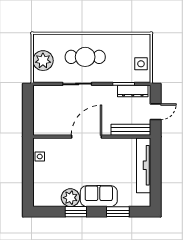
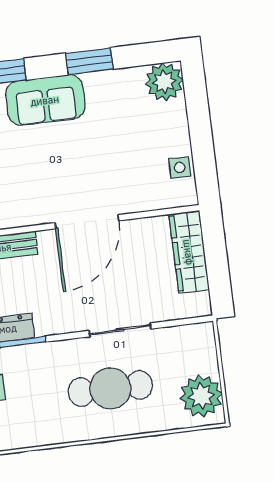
plant: (43, 61) -> (201, 396), moved
wardrobe: (40, 116) -> (189, 252), added
plant: (70, 198) -> (164, 82), moved

